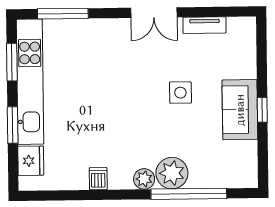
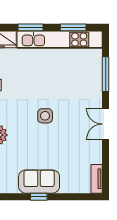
window: (63, 14) -> (106, 74), moved
tv unit: (205, 25) -> (97, 179), moved
side table: (180, 93) -> (45, 116), moved

